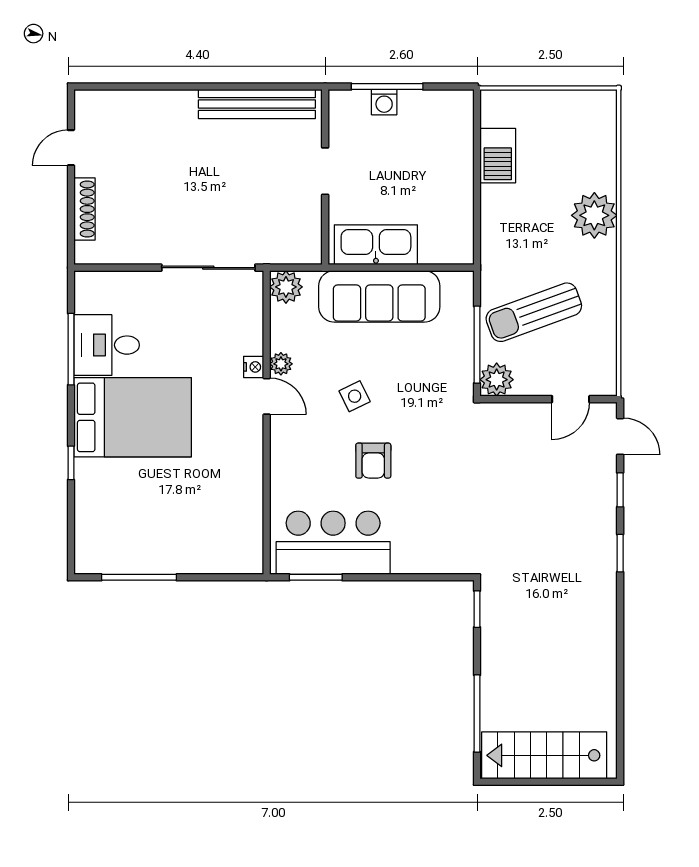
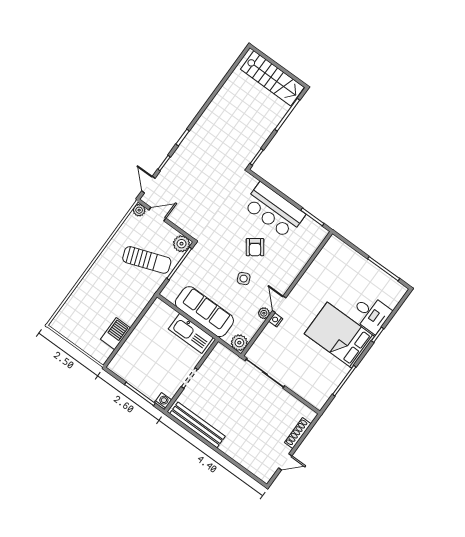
washing machine: (384, 102) -> (163, 401), moved
plant: (594, 215) -> (139, 210), moved, width x0.53, depth x0.53
desk: (107, 345) -> (371, 313), moved
armchair: (373, 461) -> (255, 247), turned 144
bar counter: (333, 543) -> (274, 210), moved

